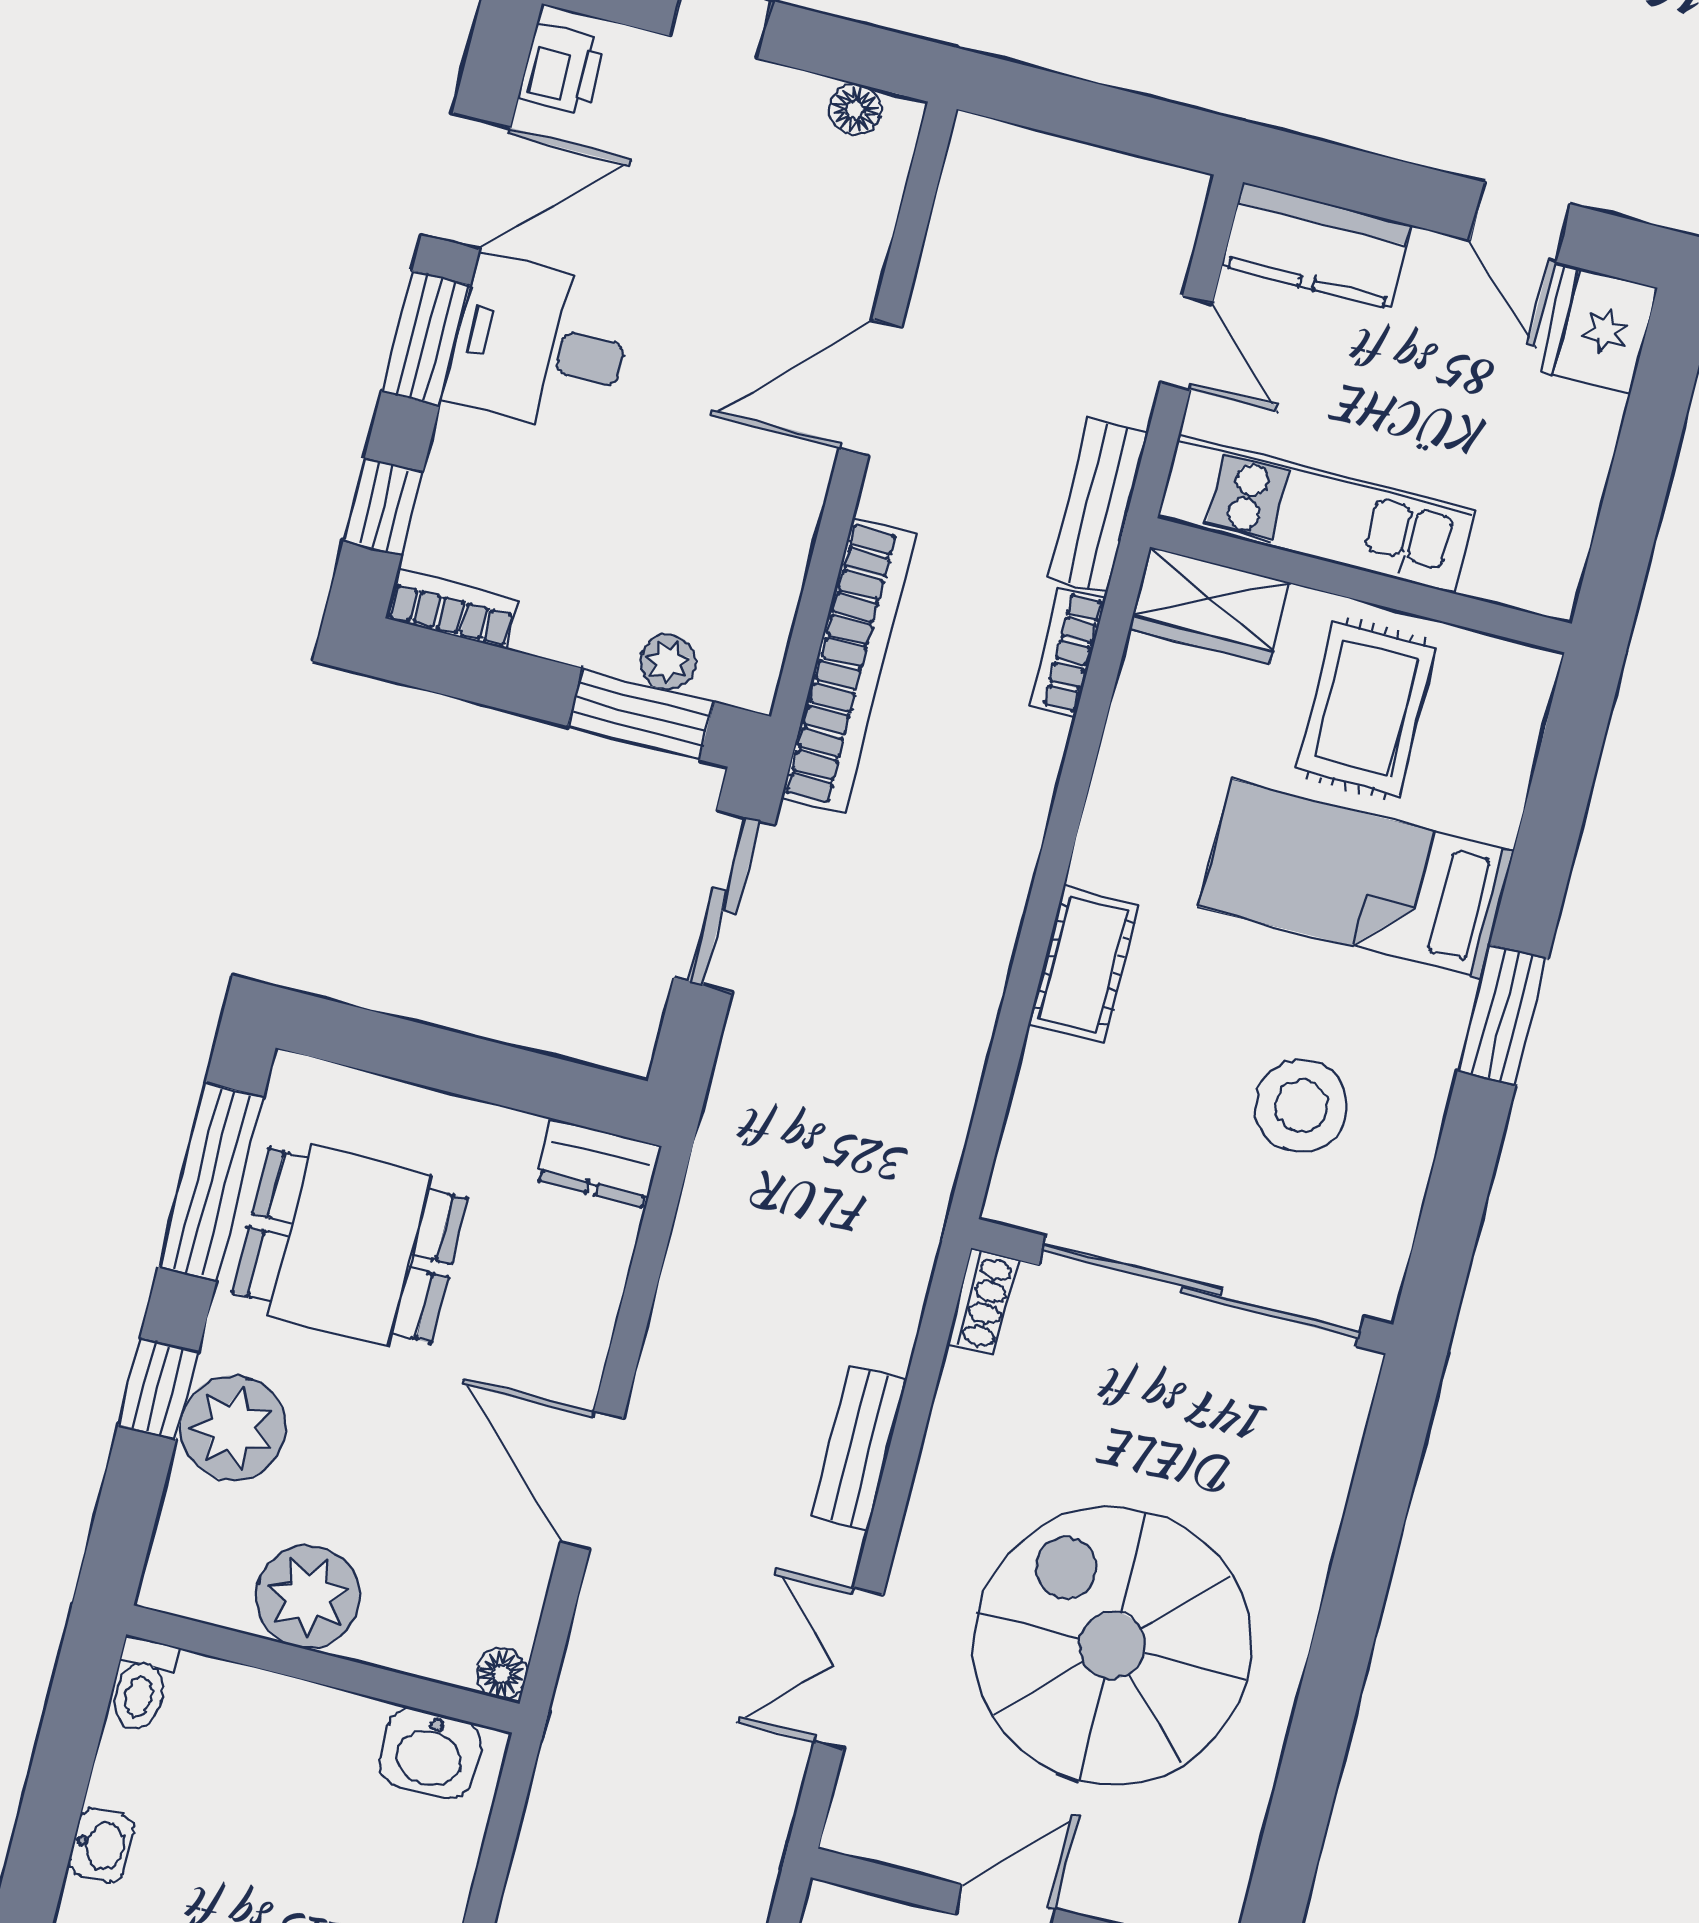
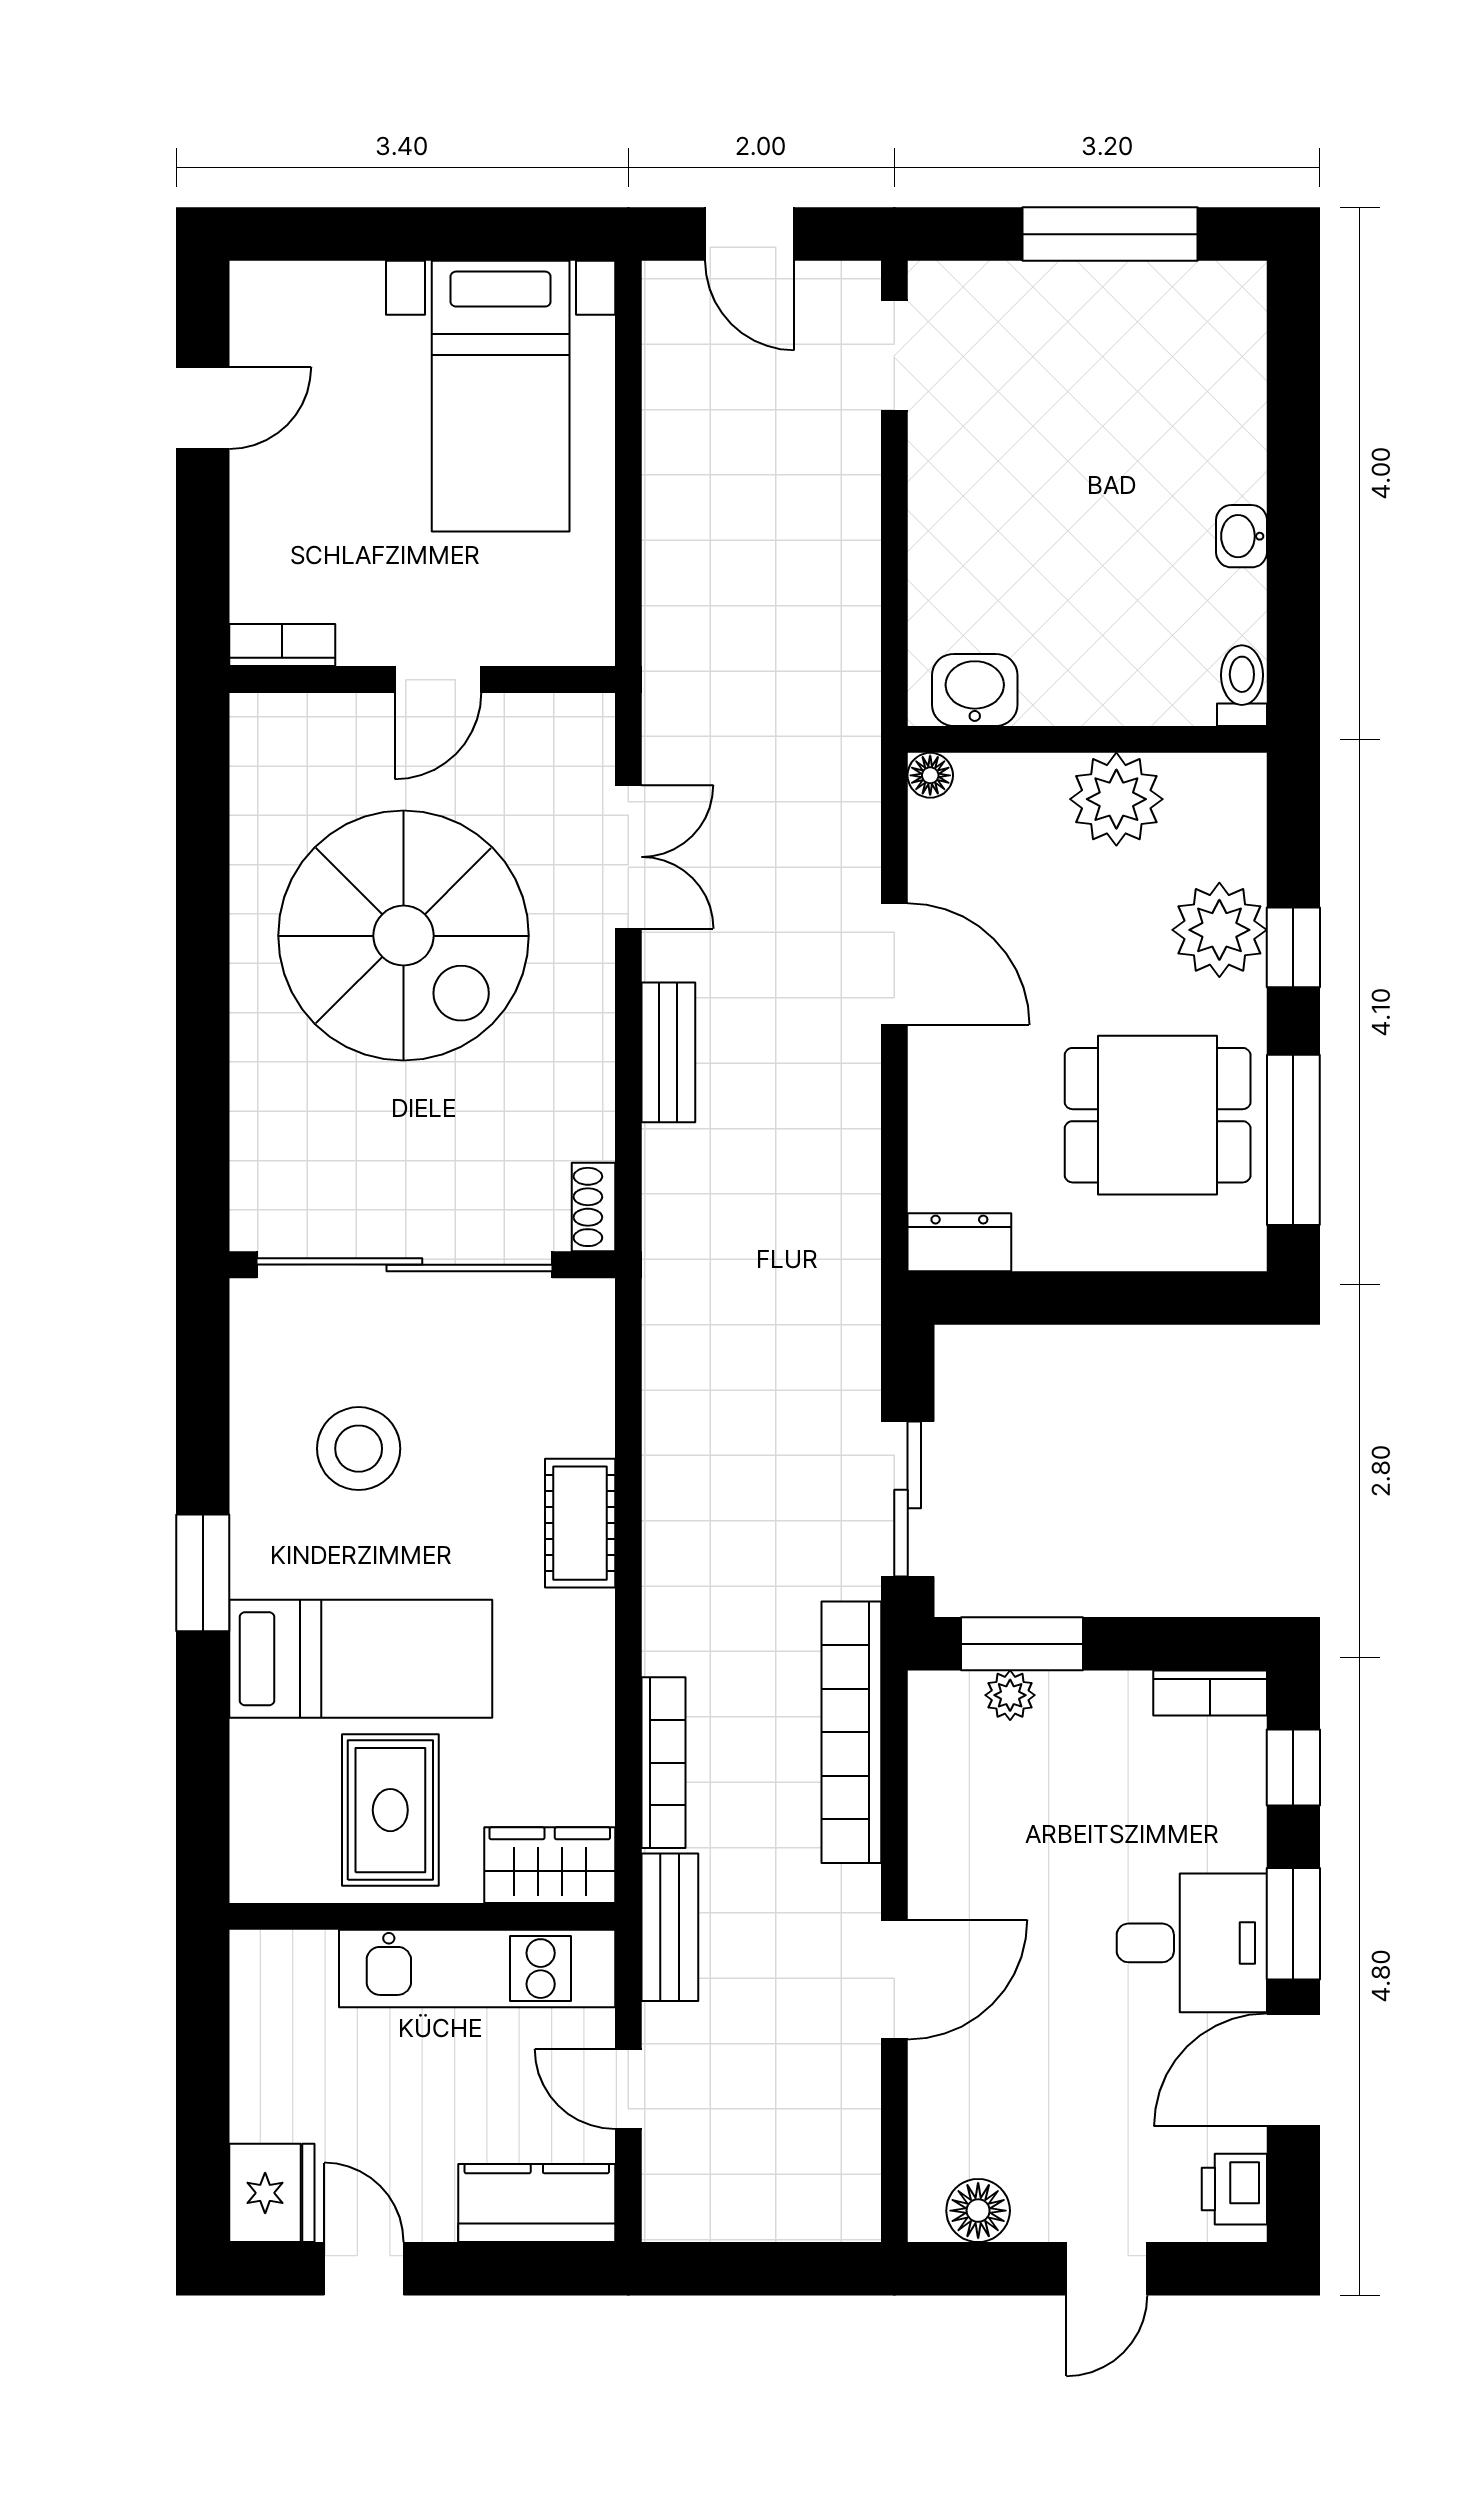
floor lamp: (855, 110) -> (978, 2211), width x1.37, depth x1.37
bookcase: (1068, 651) -> (664, 1763), width x1.56

